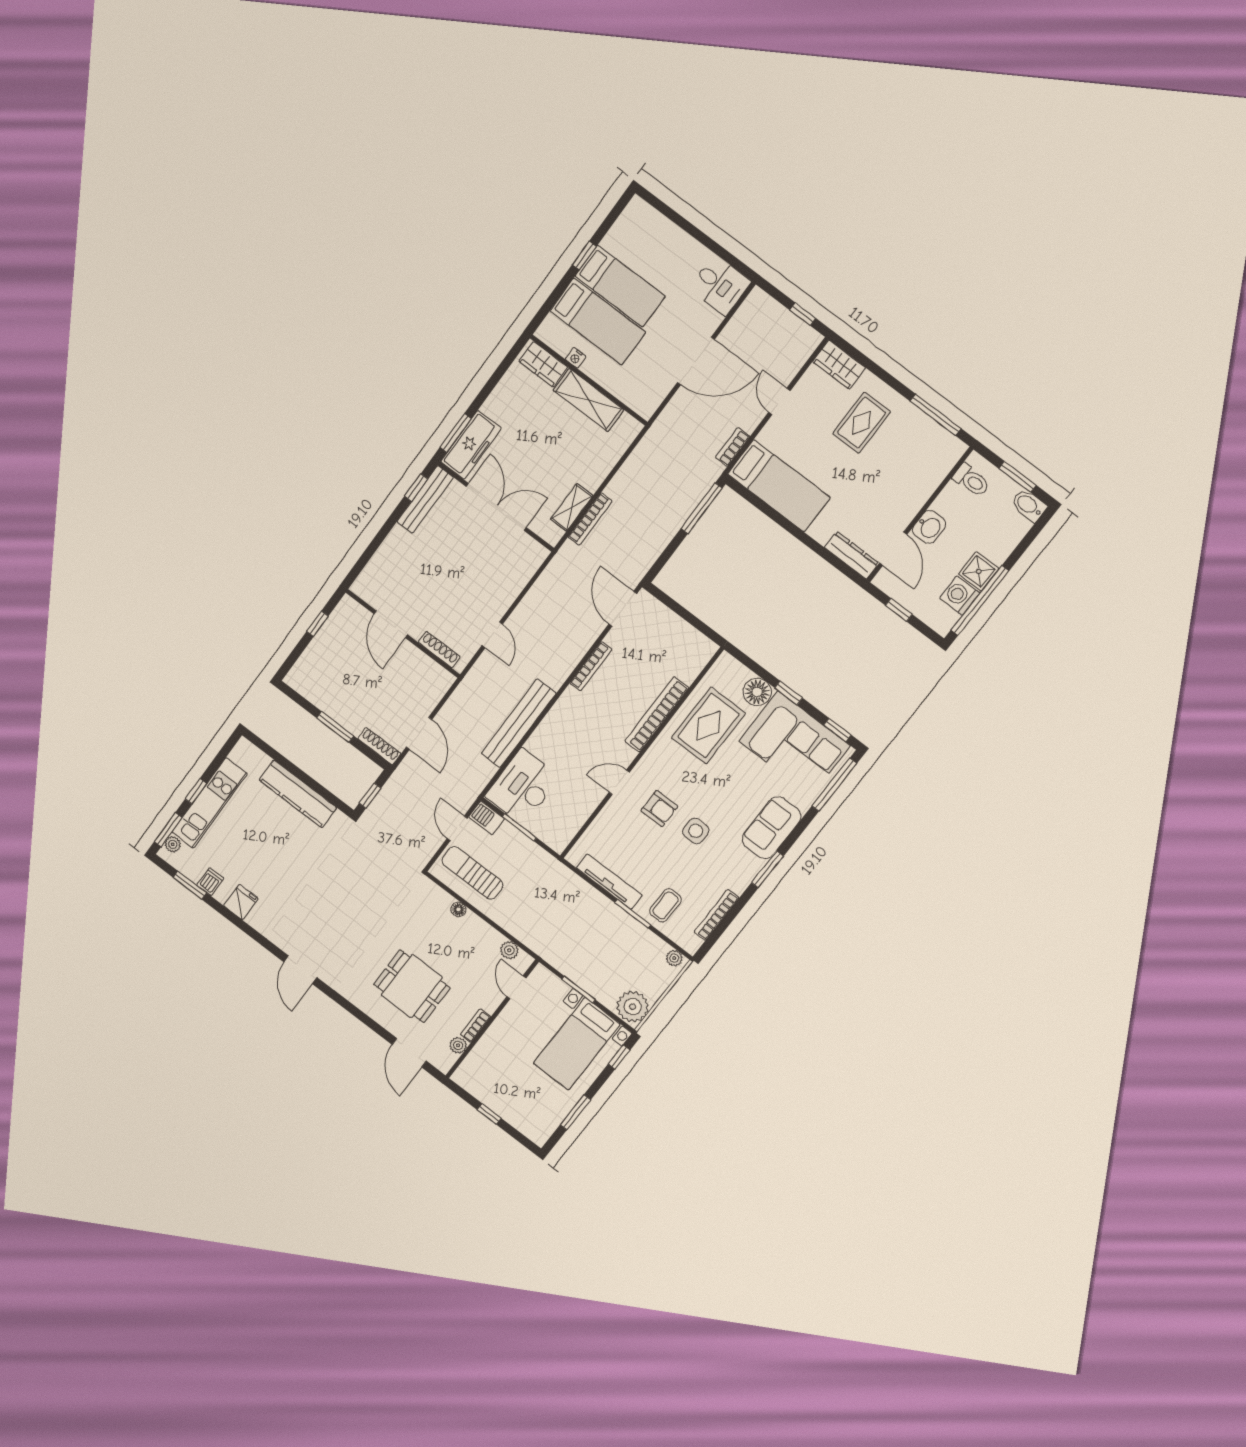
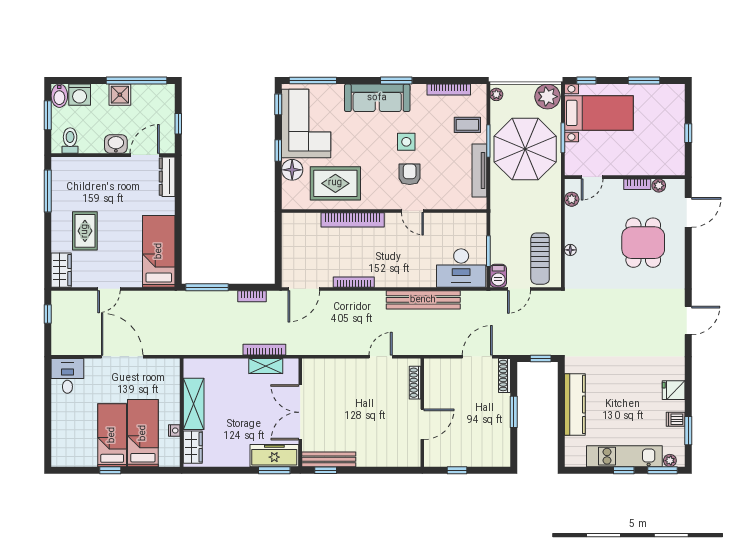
rug: (862, 423) -> (85, 231), turned 90
bookcase: (733, 447) -> (252, 296), moved
washing machine: (960, 596) -> (80, 95), moved
sofa: (771, 828) -> (377, 98), width x1.36
parasol: (596, 944) -> (525, 149), added

